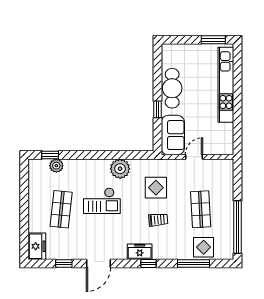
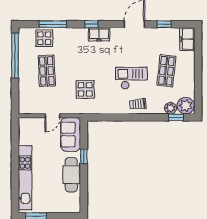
plant: (120, 169) -> (186, 106), moved
trolley: (158, 220) -> (138, 104), moved

